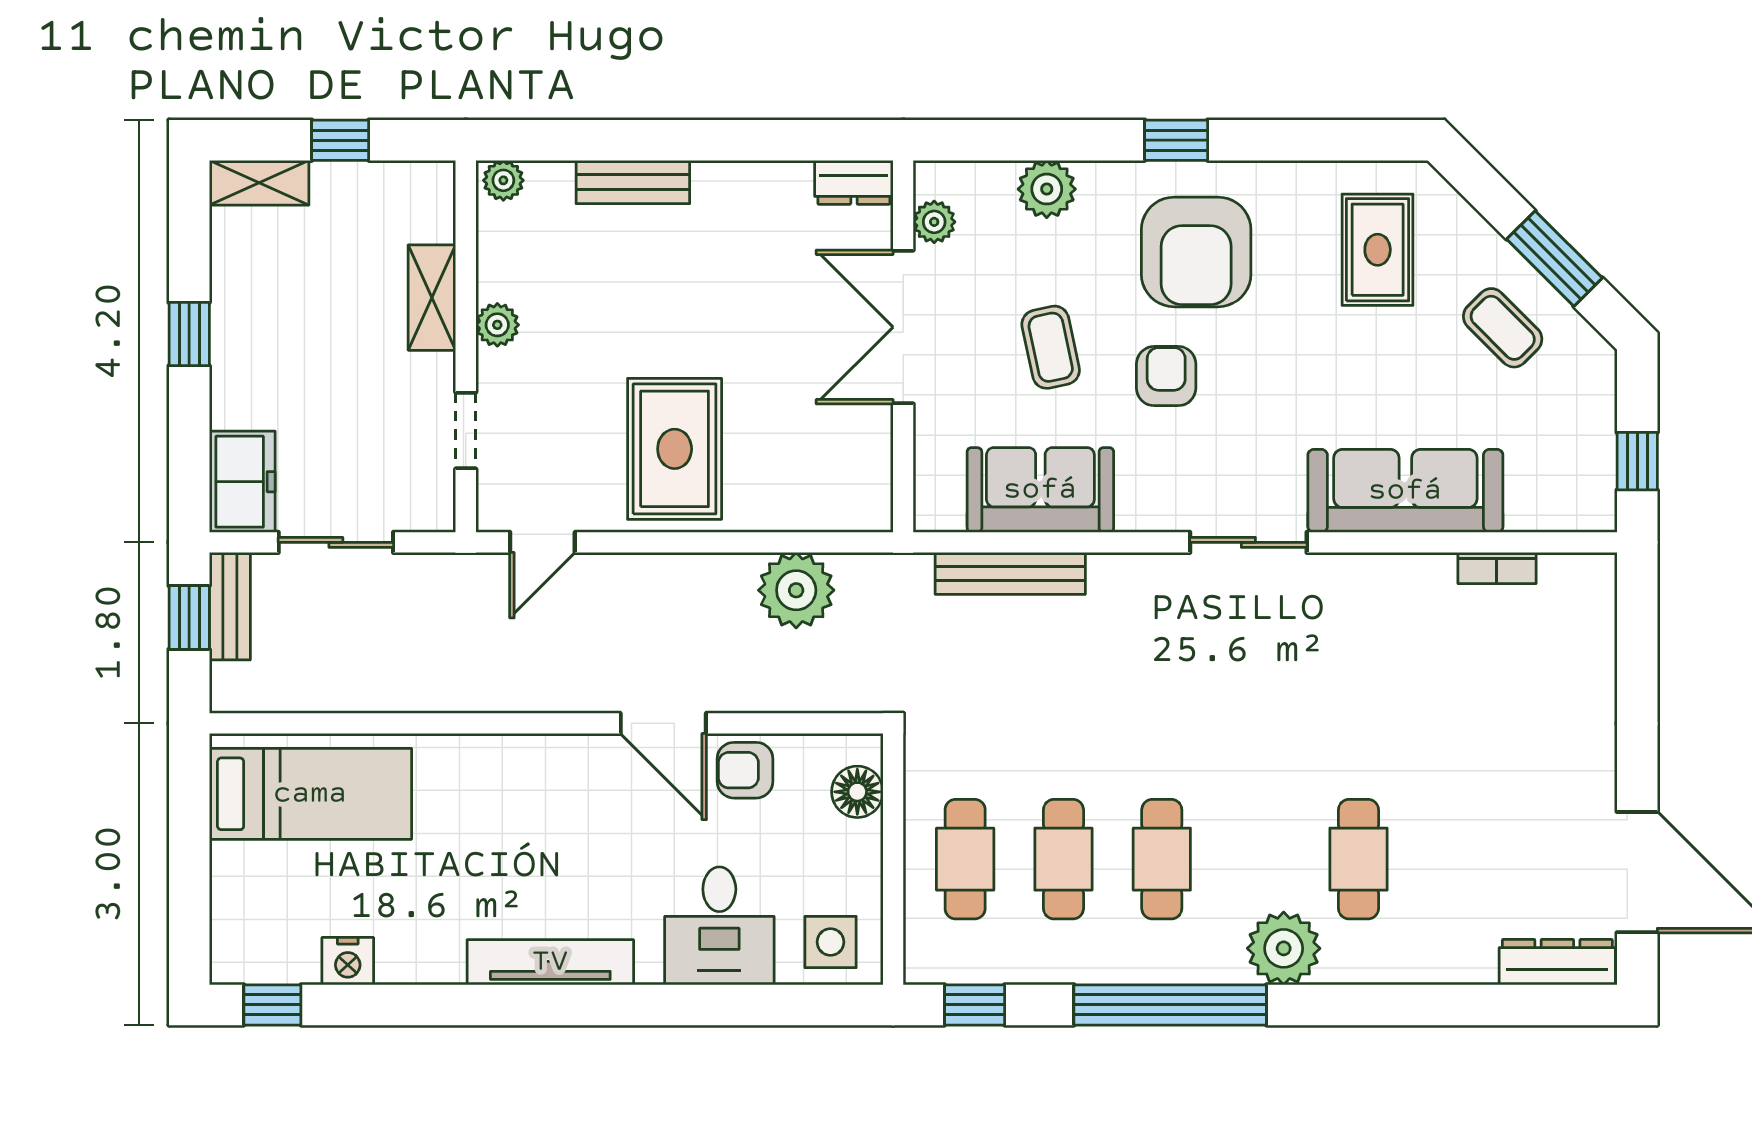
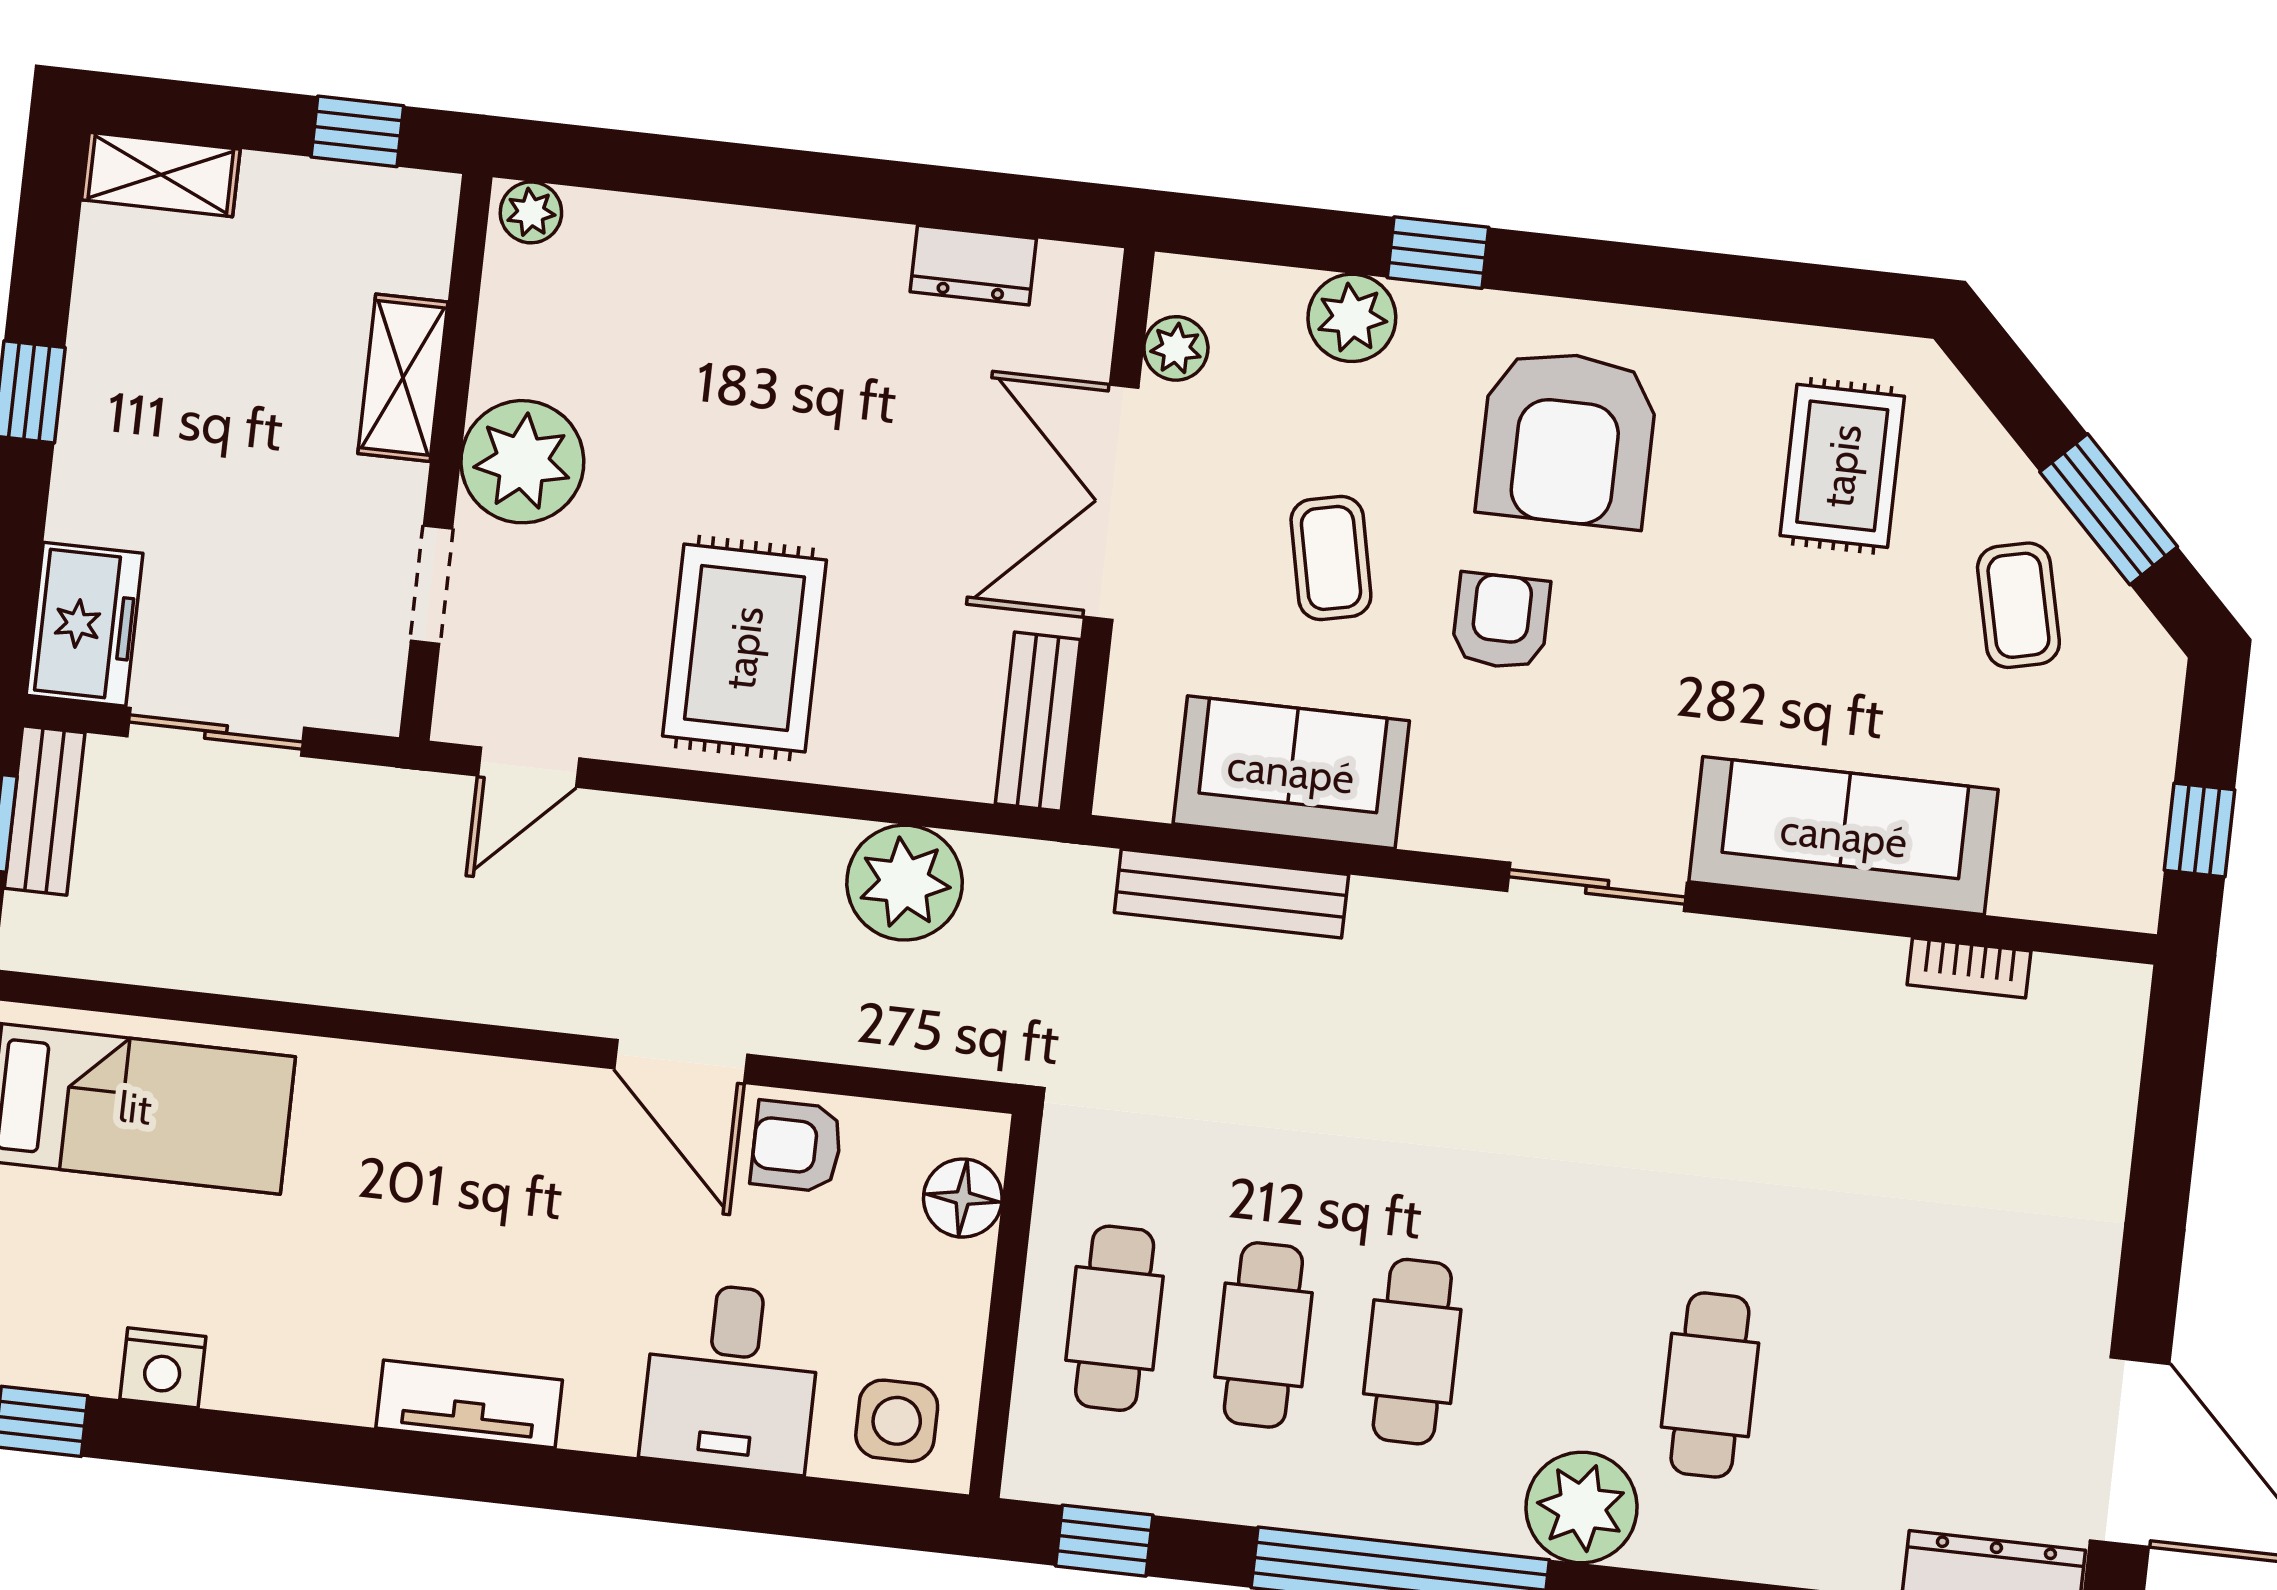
window: (340, 140) -> (357, 131), moved
window: (1176, 140) -> (1438, 253), moved
bench: (633, 182) -> (1038, 722), moved, turned 90
dresser: (854, 182) -> (973, 265), moved
plant: (497, 325) -> (522, 462), width x1.88, depth x1.88
coffee table: (1503, 328) -> (2018, 605), turned 32
tv unit: (550, 962) -> (469, 1404), width x0.71

